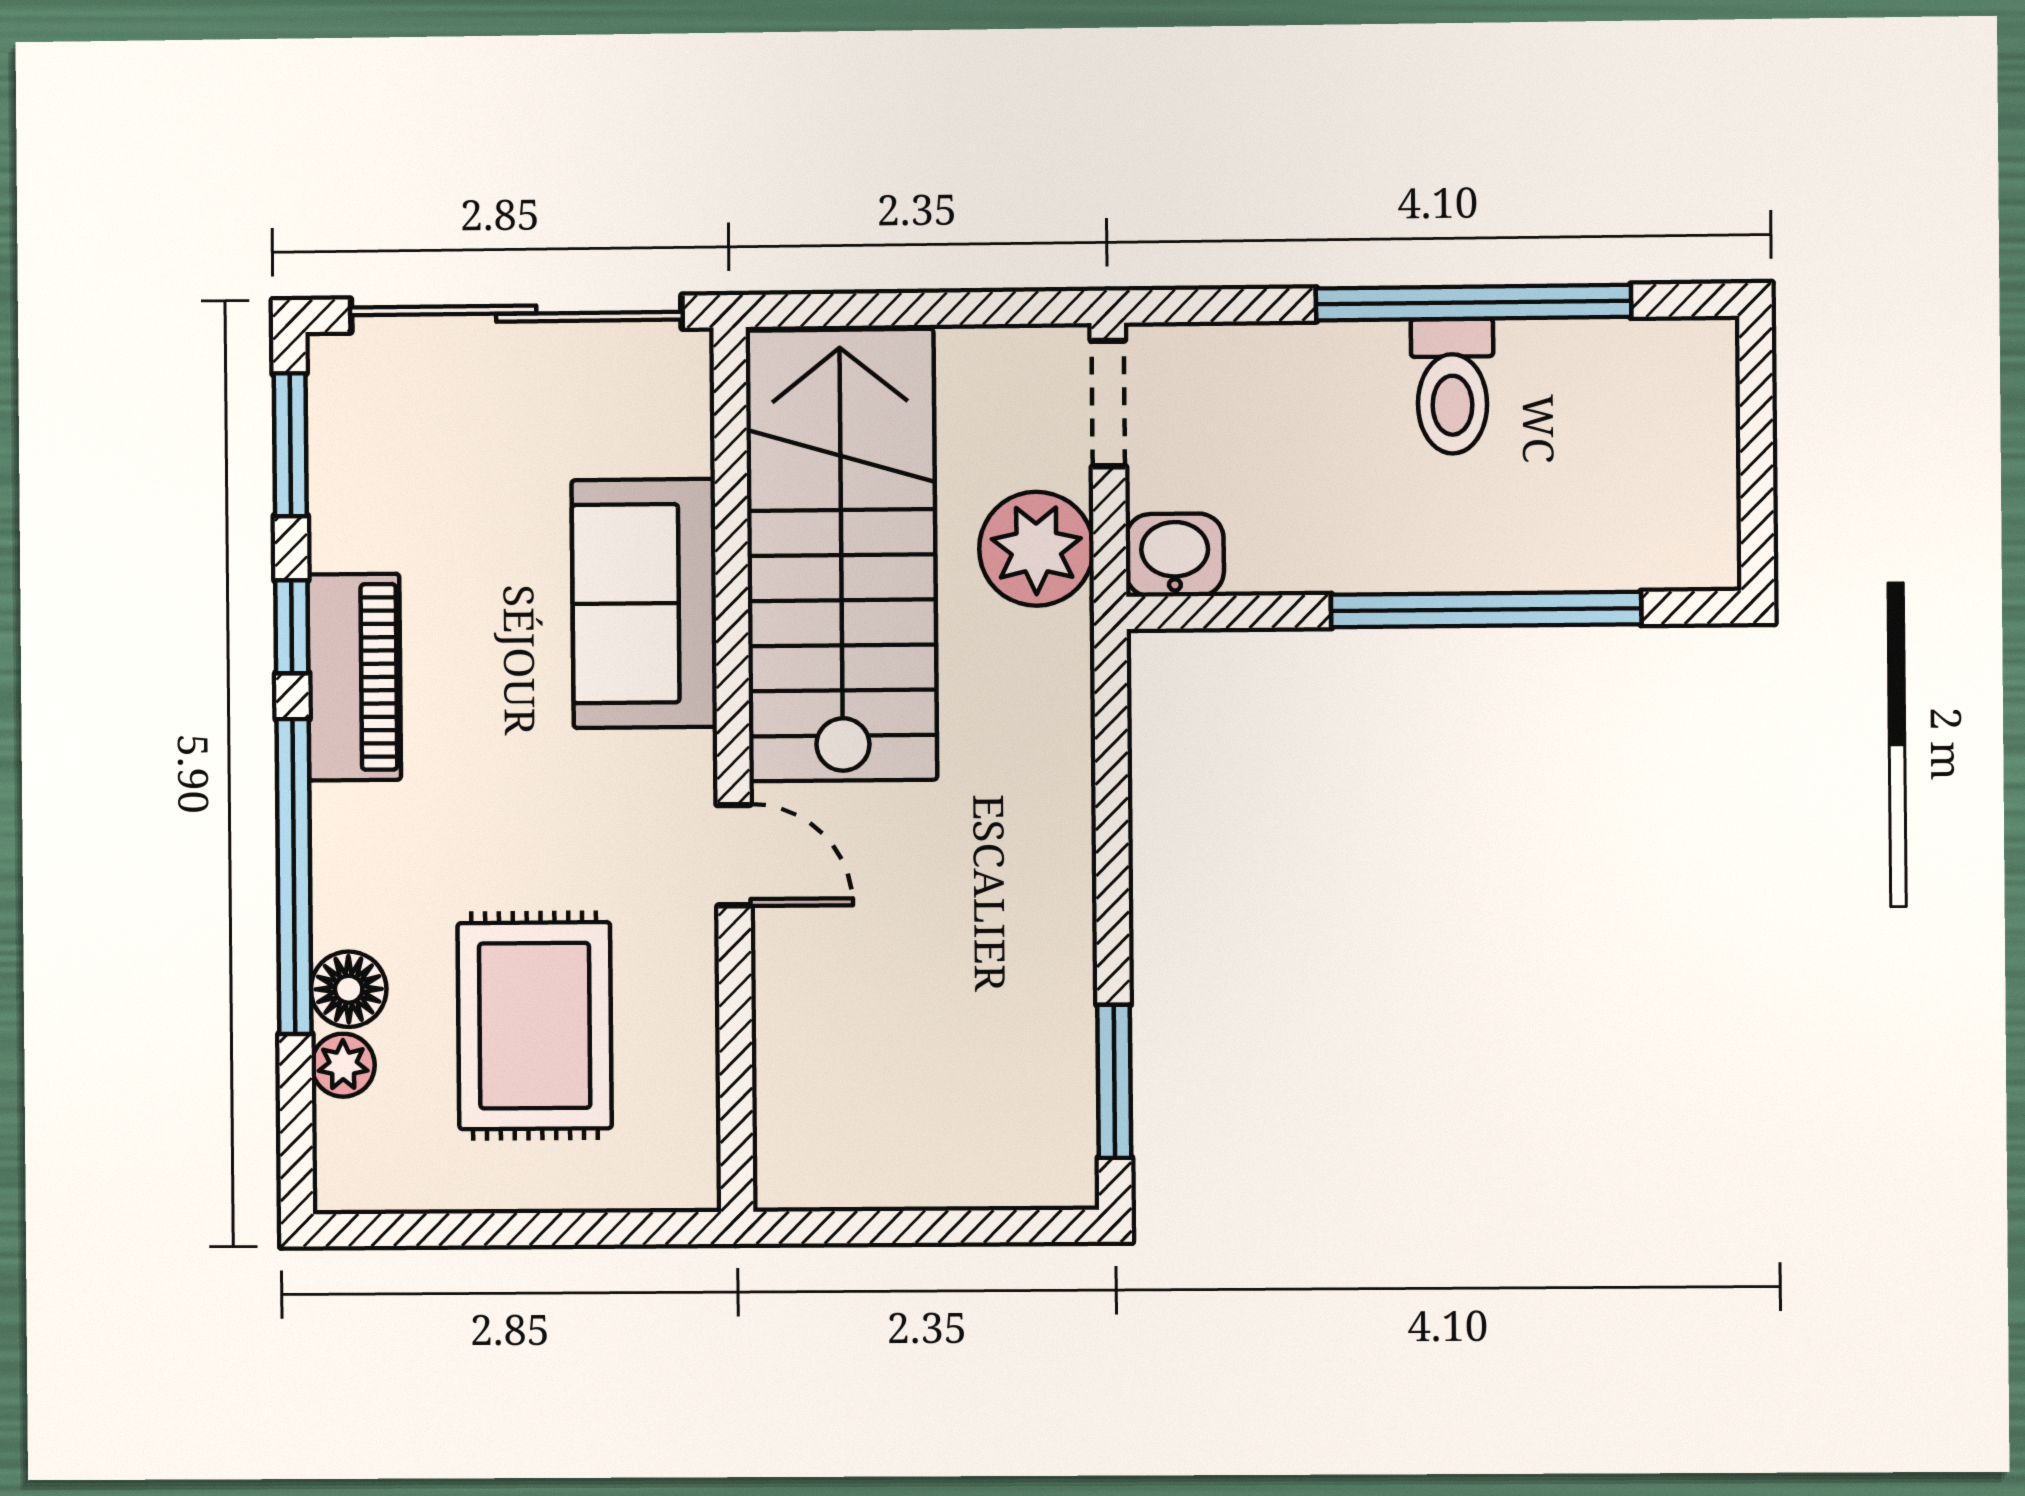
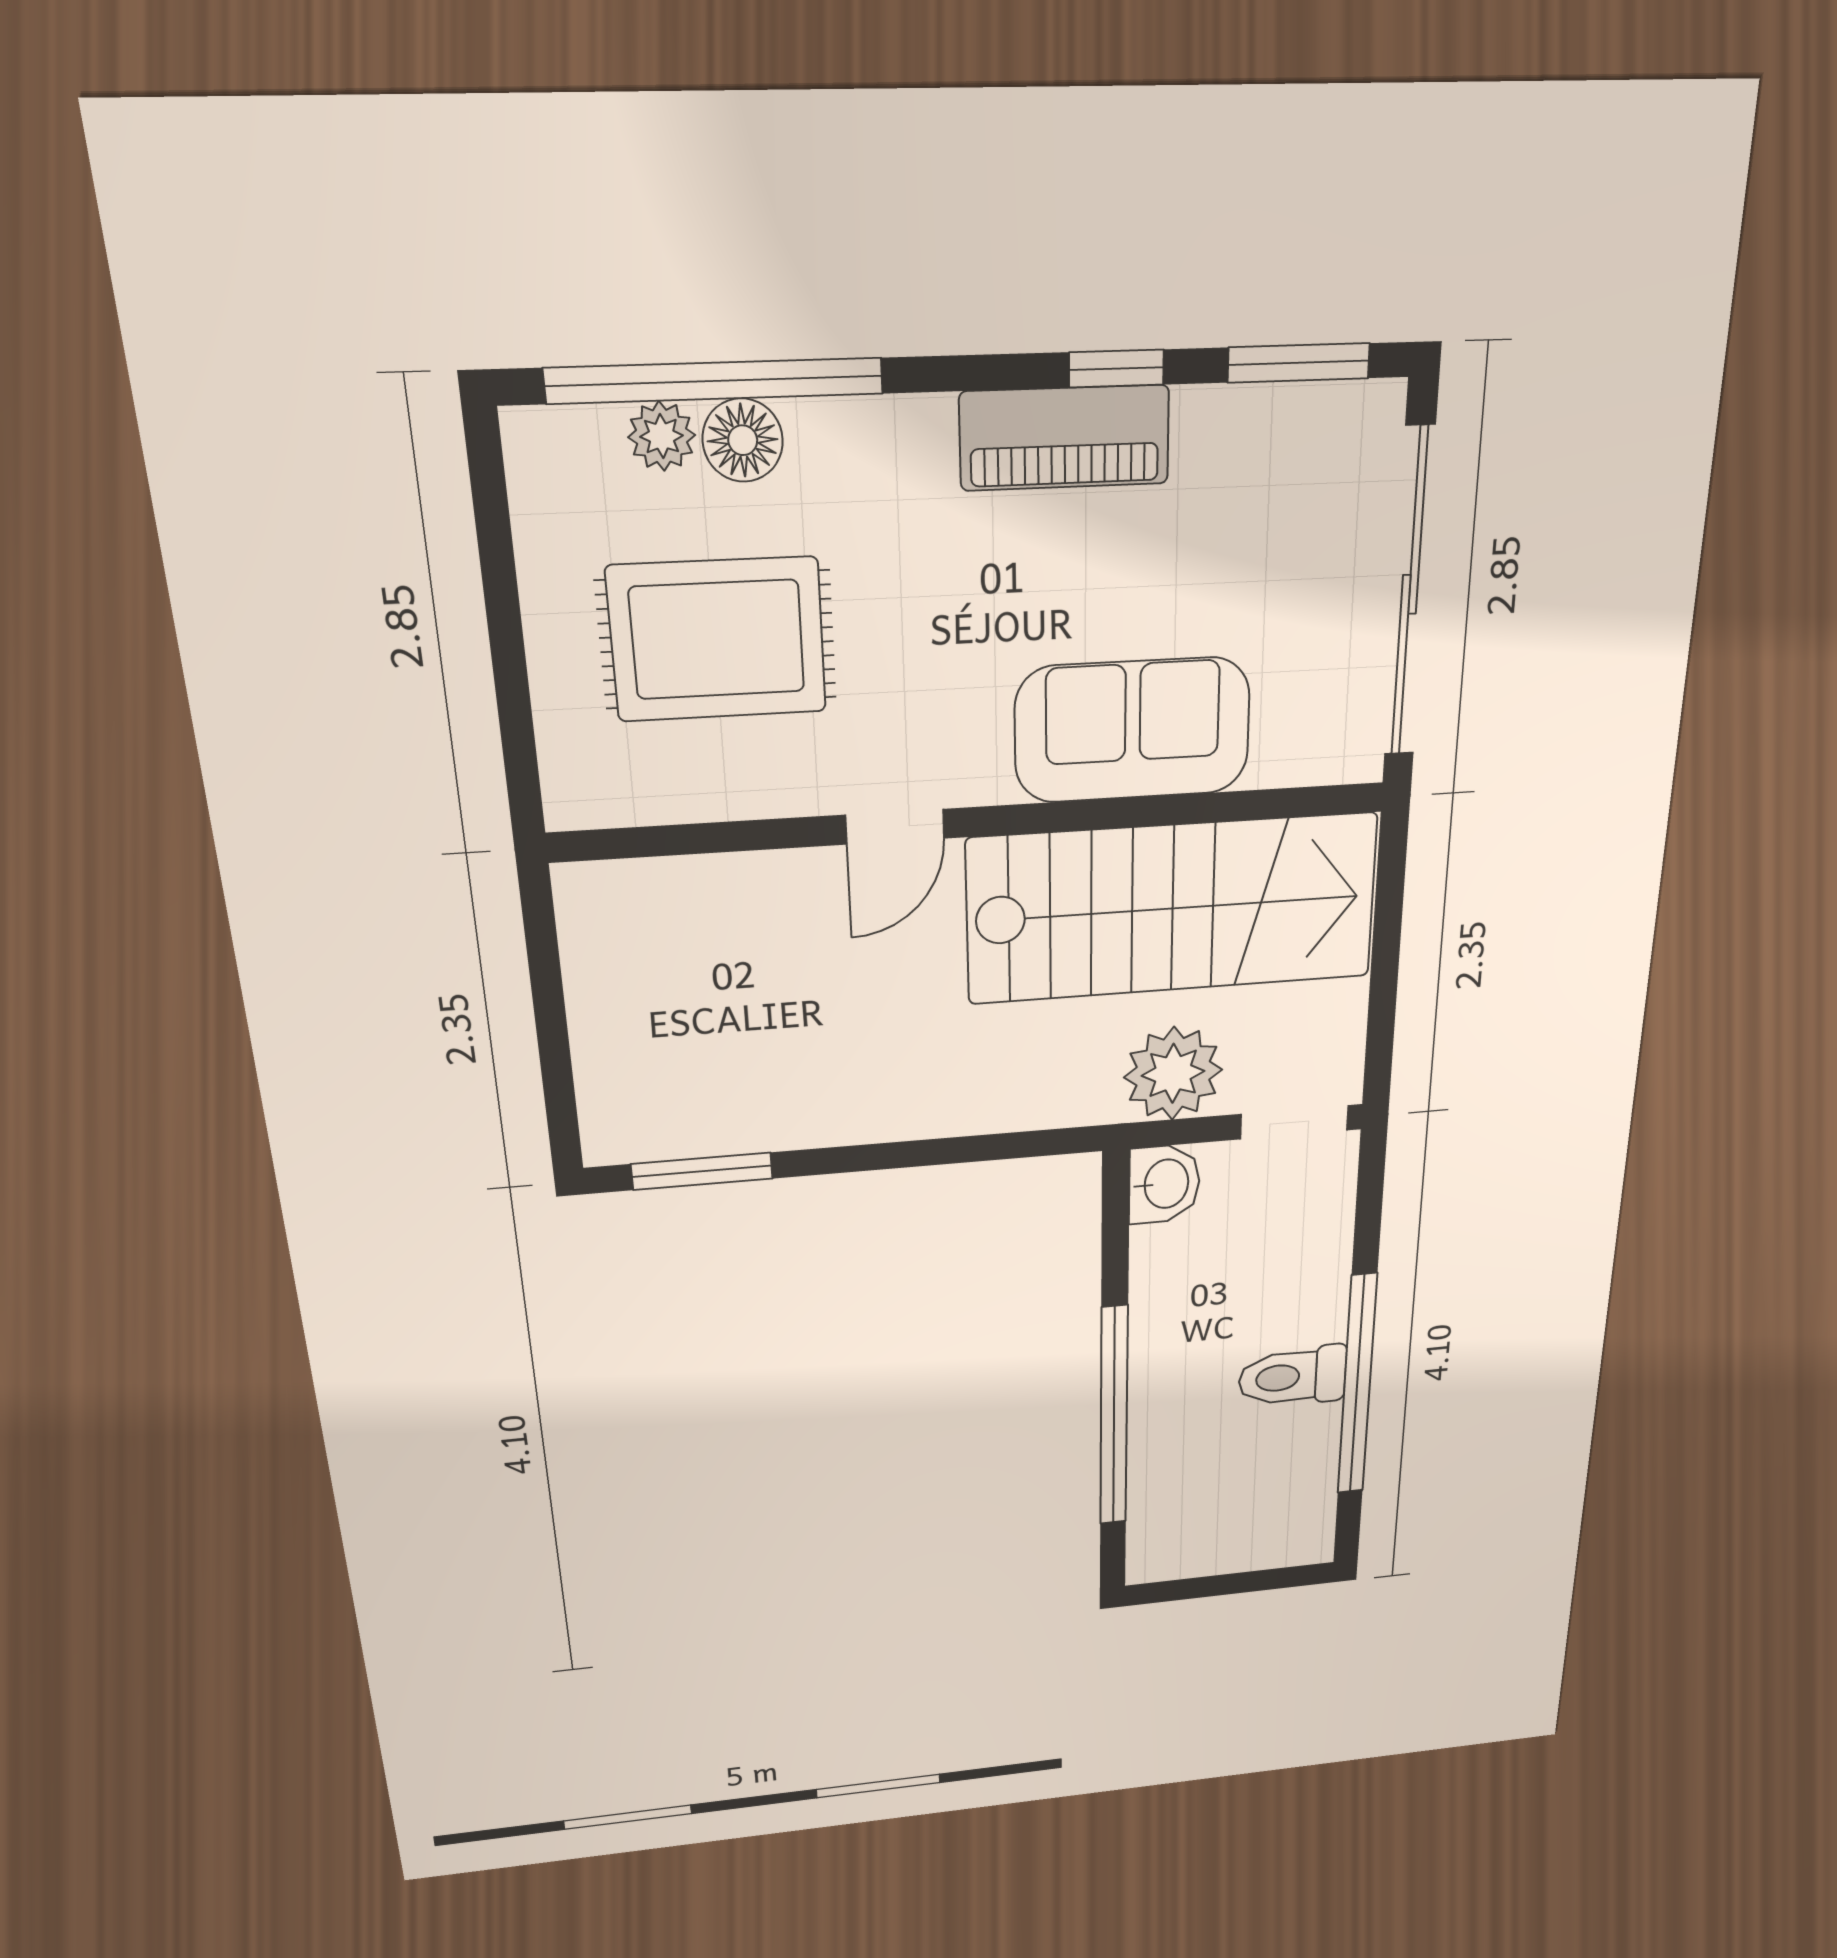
window: (294, 877) -> (715, 381), moved

